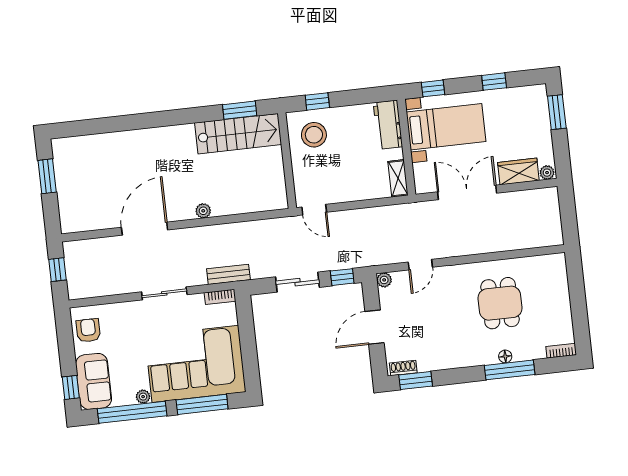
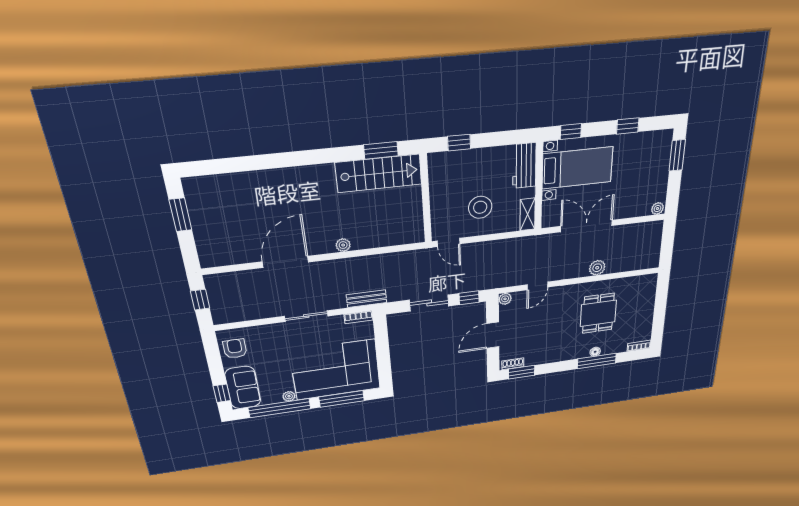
stool: (314, 135) -> (480, 207), moved
wardrobe: (518, 172) -> (634, 208), removed
plant: (488, 244) -> (597, 268), added

